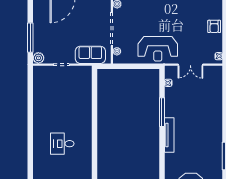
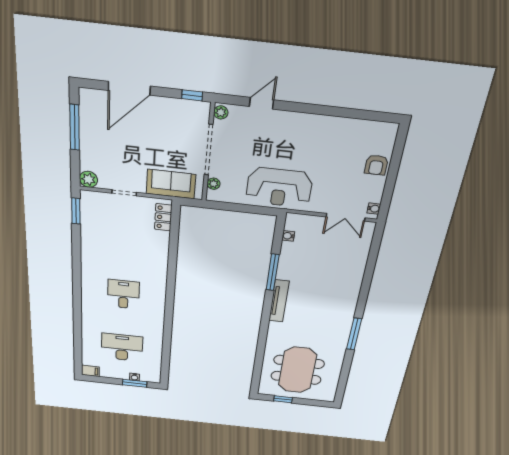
window: (30, 38) -> (75, 127), moved
double door: (190, 65) -> (346, 217), moved
locker: (87, 79) -> (163, 217), added
window: (30, 82) -> (76, 211), added
desk: (62, 144) -> (123, 294), turned 90

